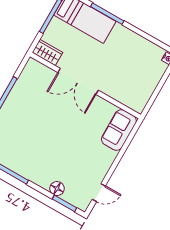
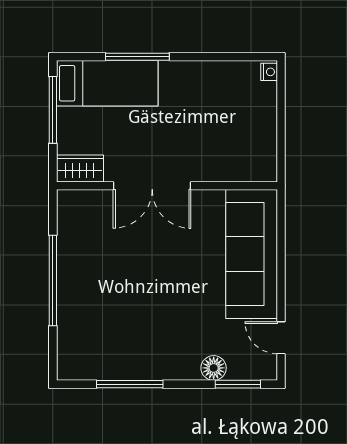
sofa: (119, 130) -> (252, 254), width x1.85, depth x1.27
door: (99, 193) -> (281, 338), swing flipped

